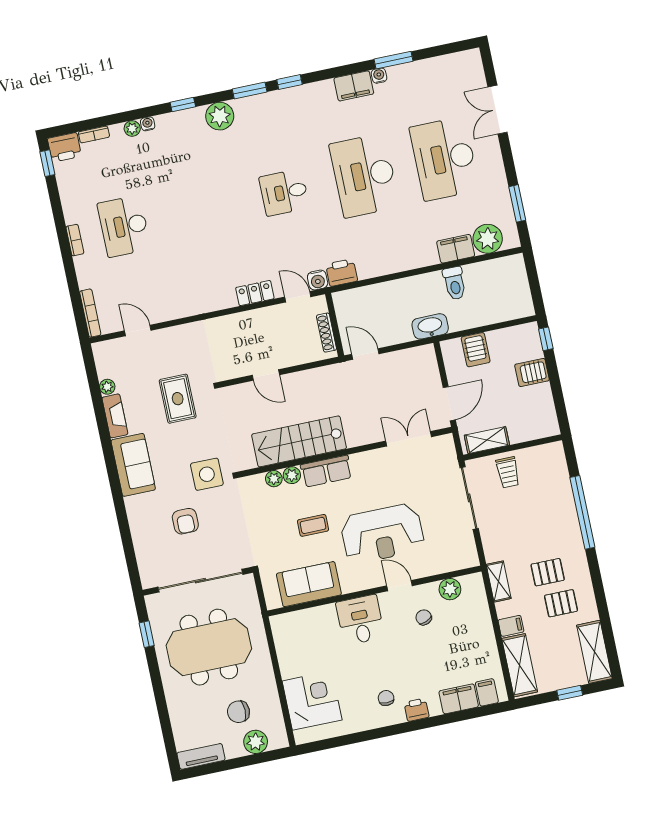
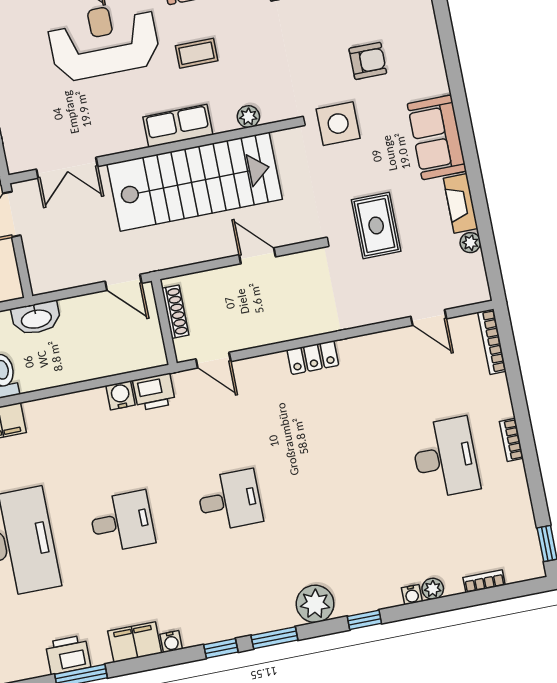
water cooler: (379, 76) -> (171, 642), moved
printer: (64, 147) -> (68, 655), moved
desk: (364, 176) -> (122, 522), width x0.53, depth x0.77
water cooler: (318, 280) -> (121, 395), moved
locker: (255, 293) -> (313, 358), moved
stairs: (299, 441) -> (195, 182), width x1.36, depth x1.51
plant: (292, 475) -> (224, 121), removed
armchair: (185, 521) -> (368, 61), turned 90

